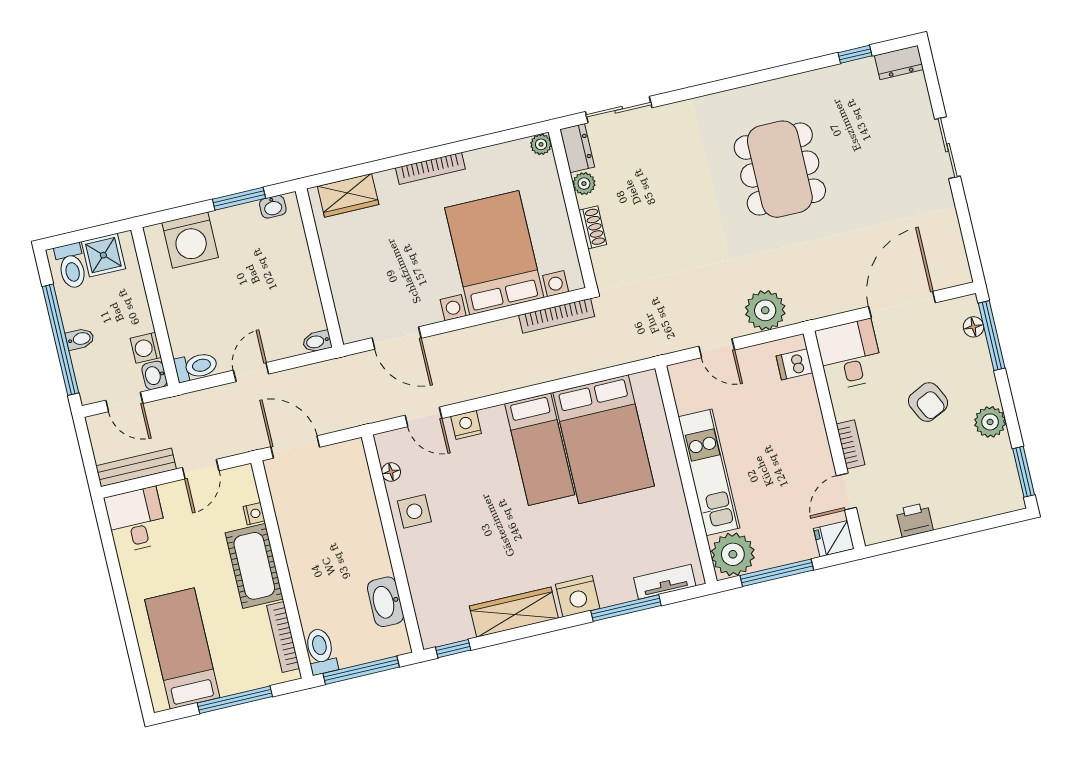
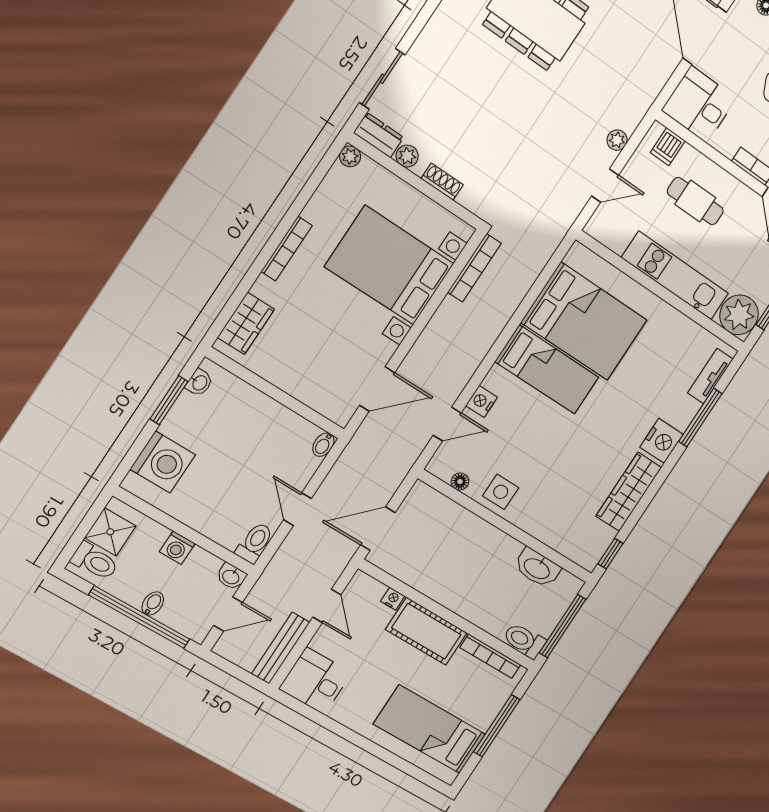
plant: (765, 310) -> (617, 140), width x0.53, depth x0.53
washing machine: (146, 348) -> (177, 548), moved
cafe table: (779, 428) -> (695, 201), added

